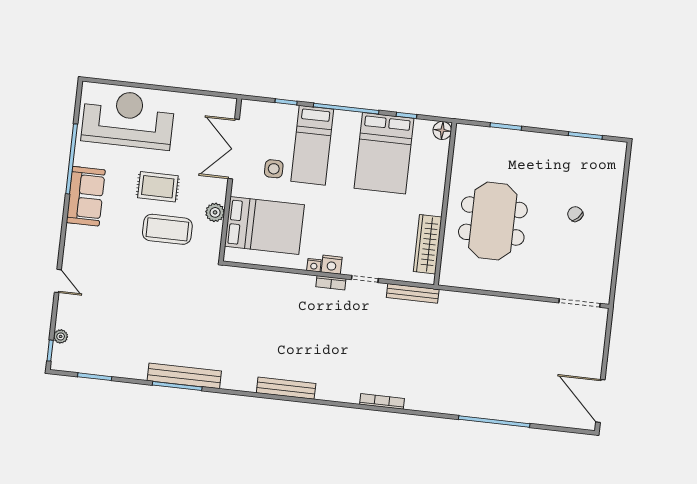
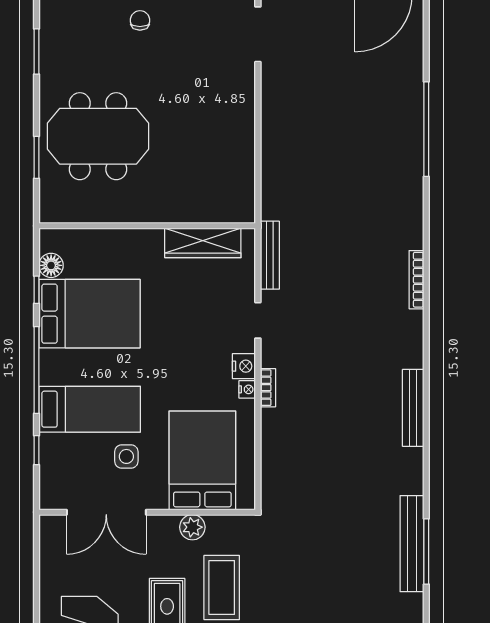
floor lamp: (442, 130) -> (51, 265), moved
chair: (575, 214) -> (140, 20), moved, turned 136
meeting table: (493, 221) -> (98, 136), moved
bookcase: (331, 283) -> (268, 388), moved

